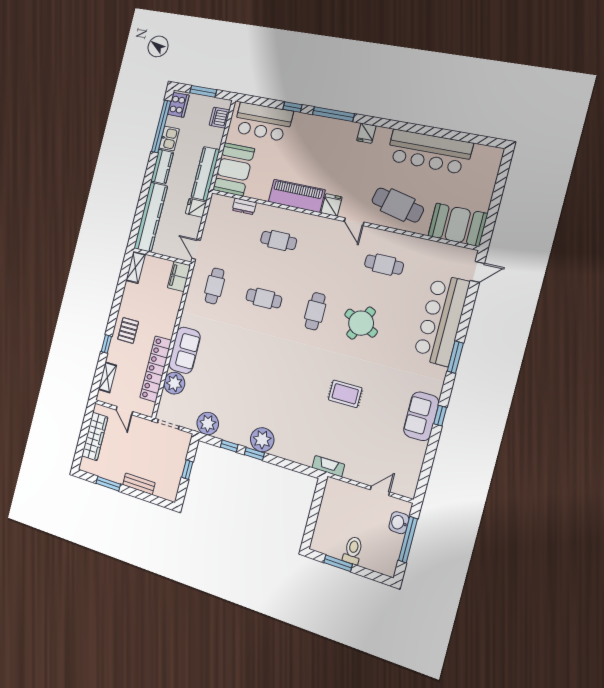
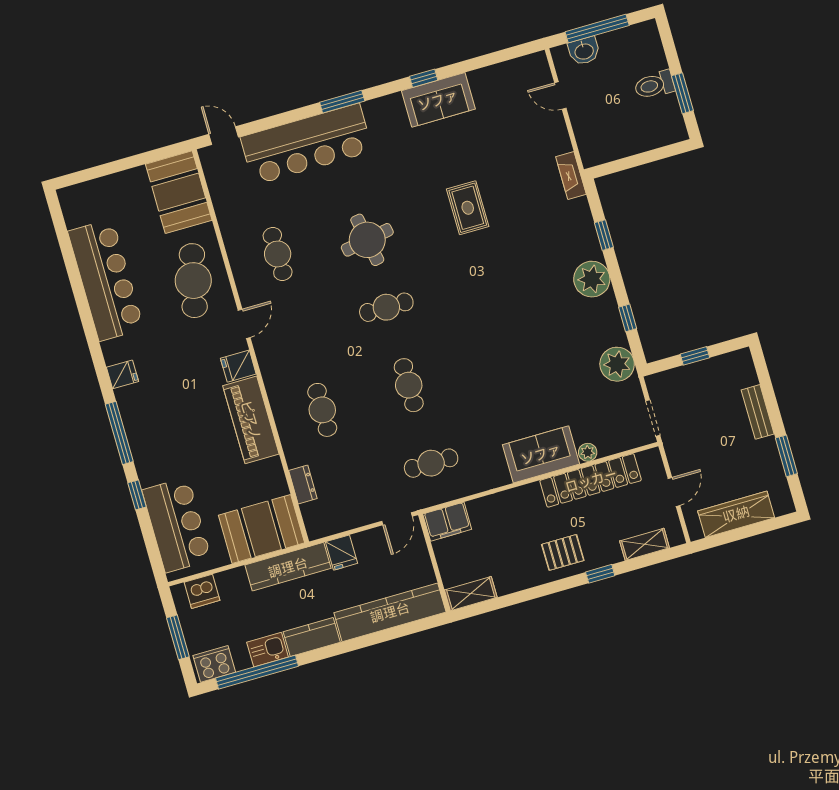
round table: (361, 323) -> (367, 240), turned -35
plant: (174, 383) -> (588, 452), width x0.53, depth x0.53
window: (254, 454) -> (604, 235), moved

